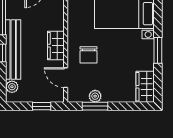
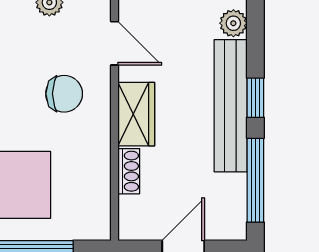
shoe rack: (59, 20) -> (129, 171), added
chair: (88, 55) -> (64, 94), turned 90

